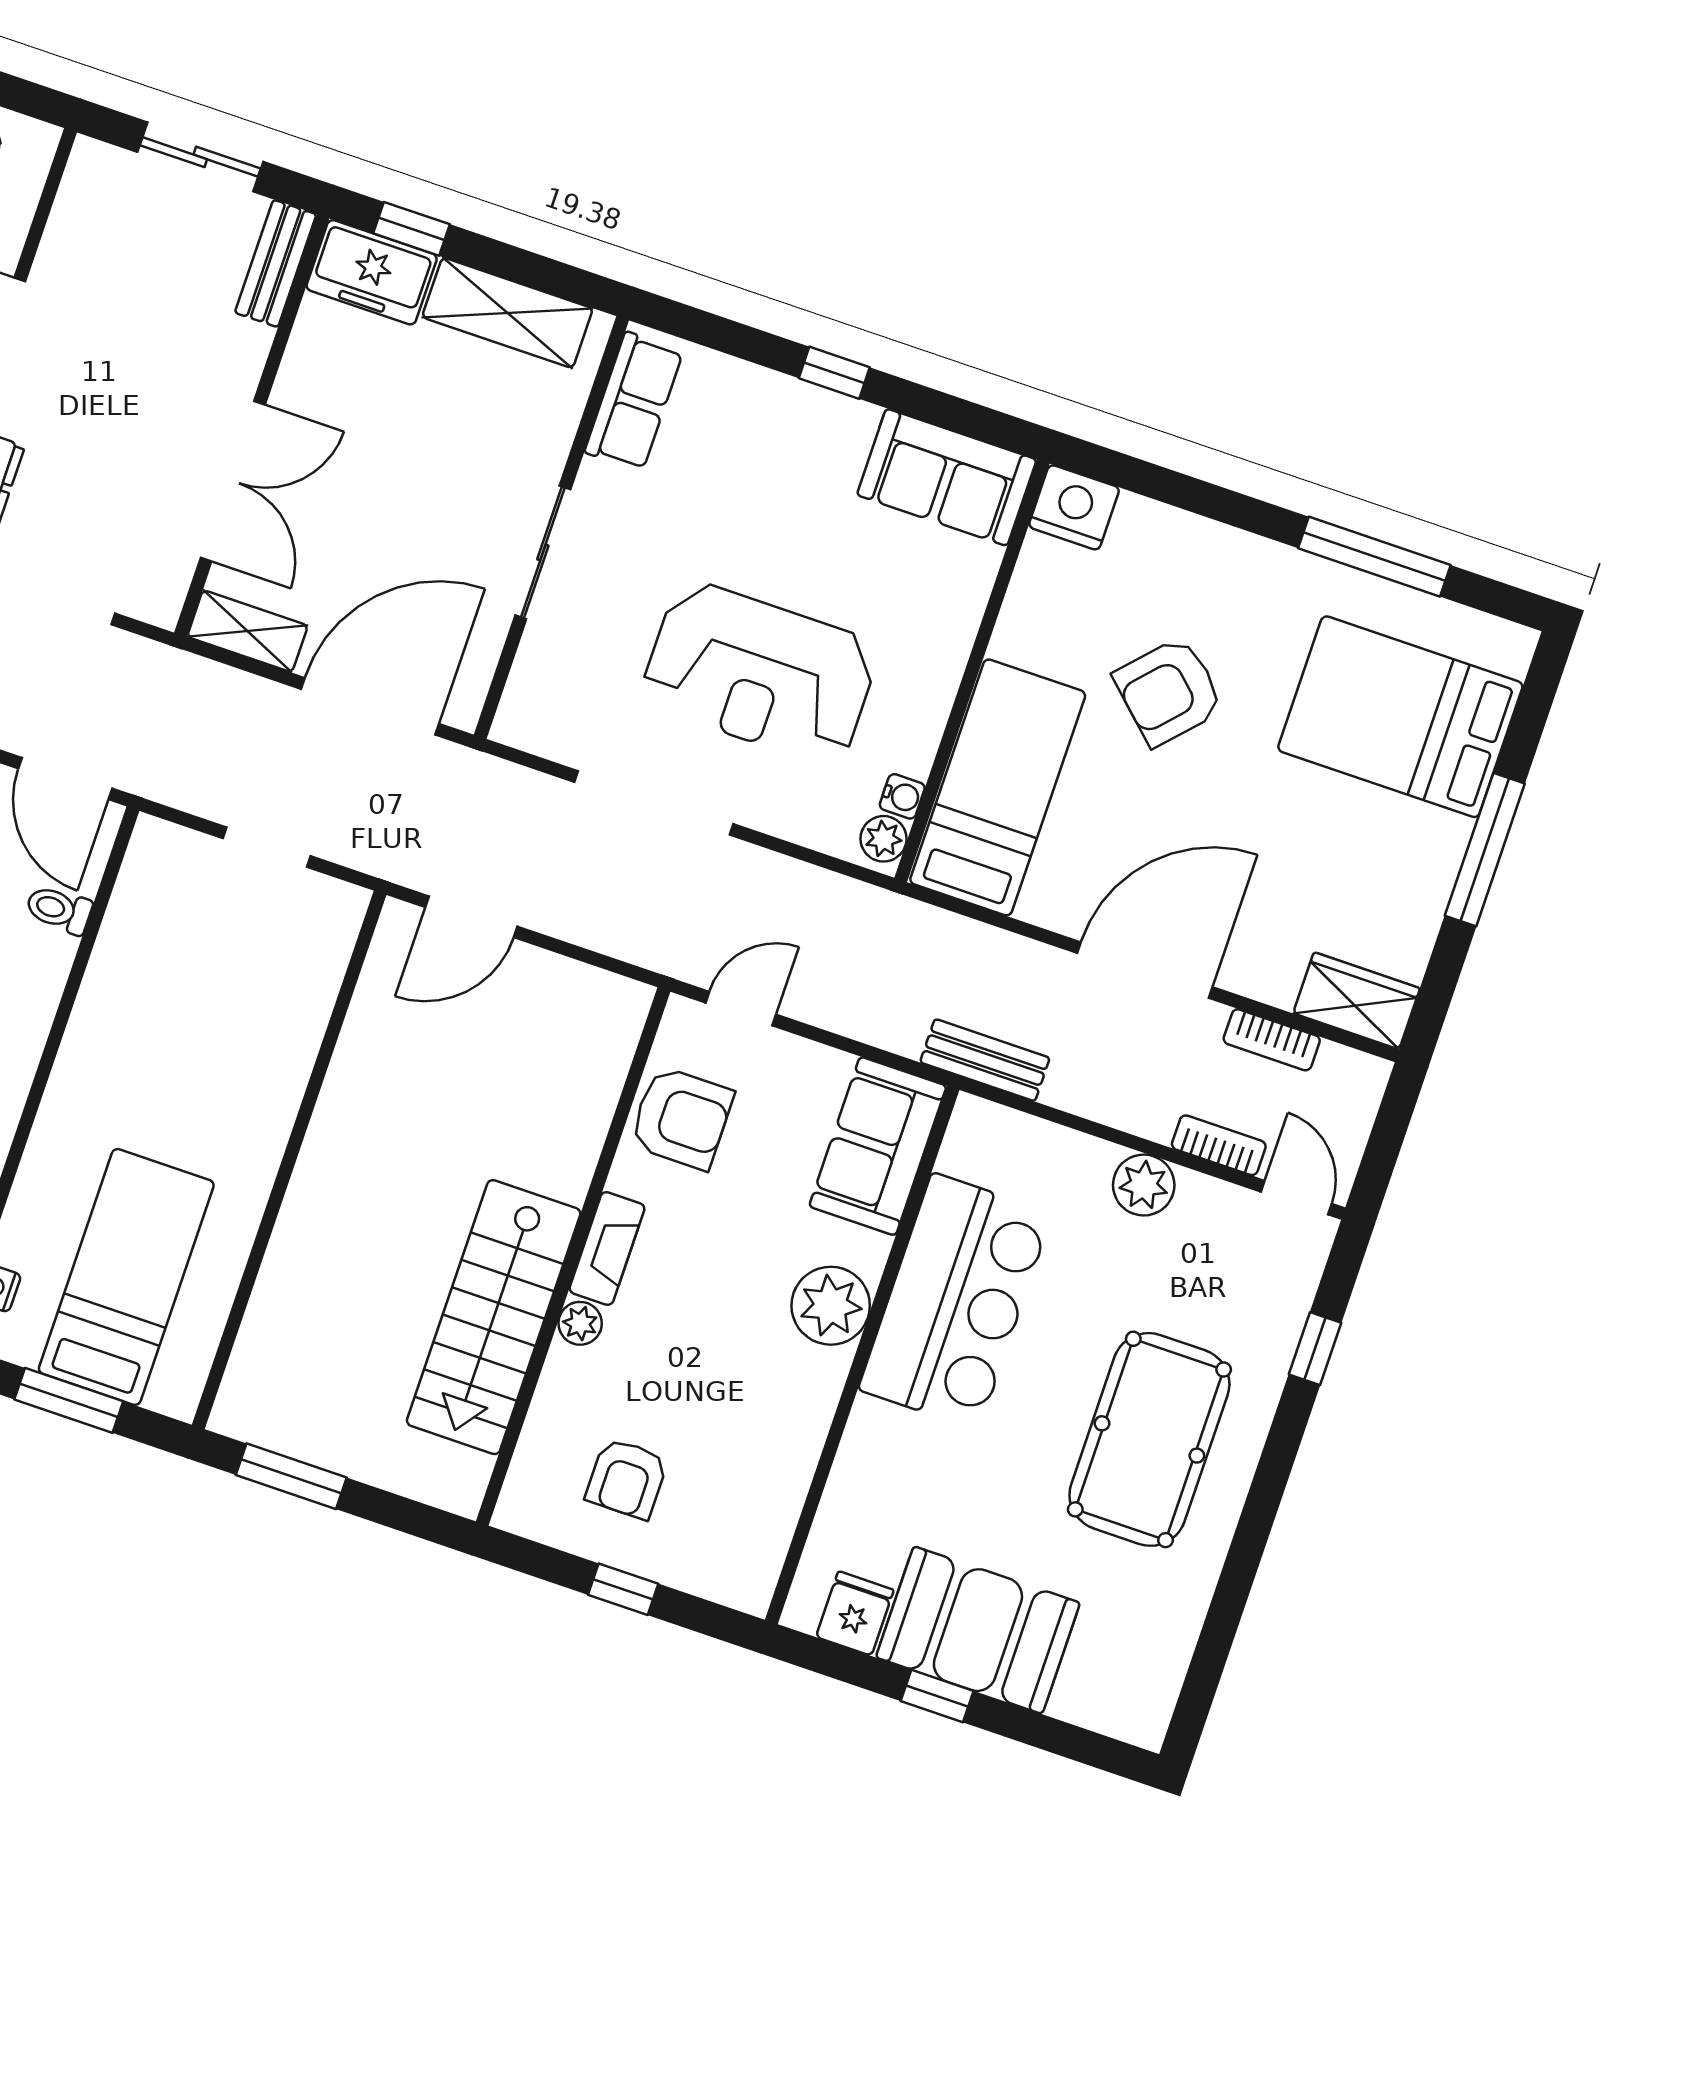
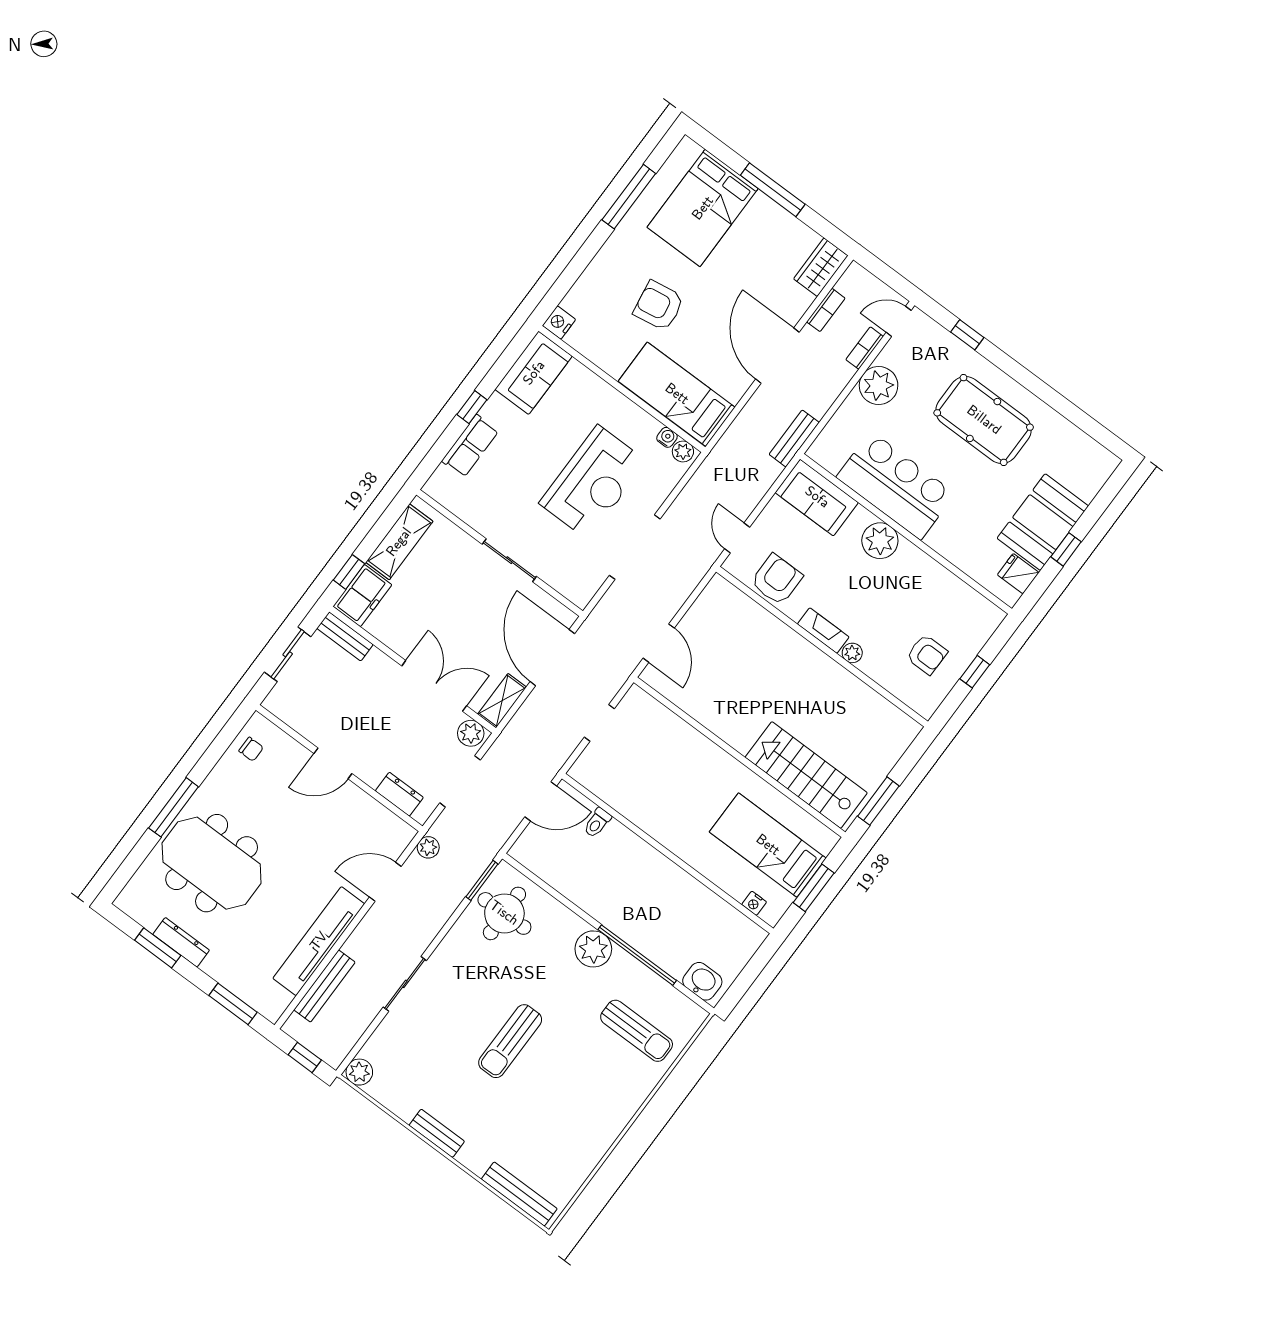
row of seats: (634, 402) -> (470, 446), moved, turned 90
nightstand: (1074, 507) -> (559, 323), width x0.74, depth x0.75
plant: (159, 588) -> (471, 733), added
armchair: (1169, 691) -> (659, 306), turned 128
plant: (1144, 1185) -> (879, 385), width x1.36, depth x1.36
stairs: (494, 1317) -> (806, 775), moved, turned 180

